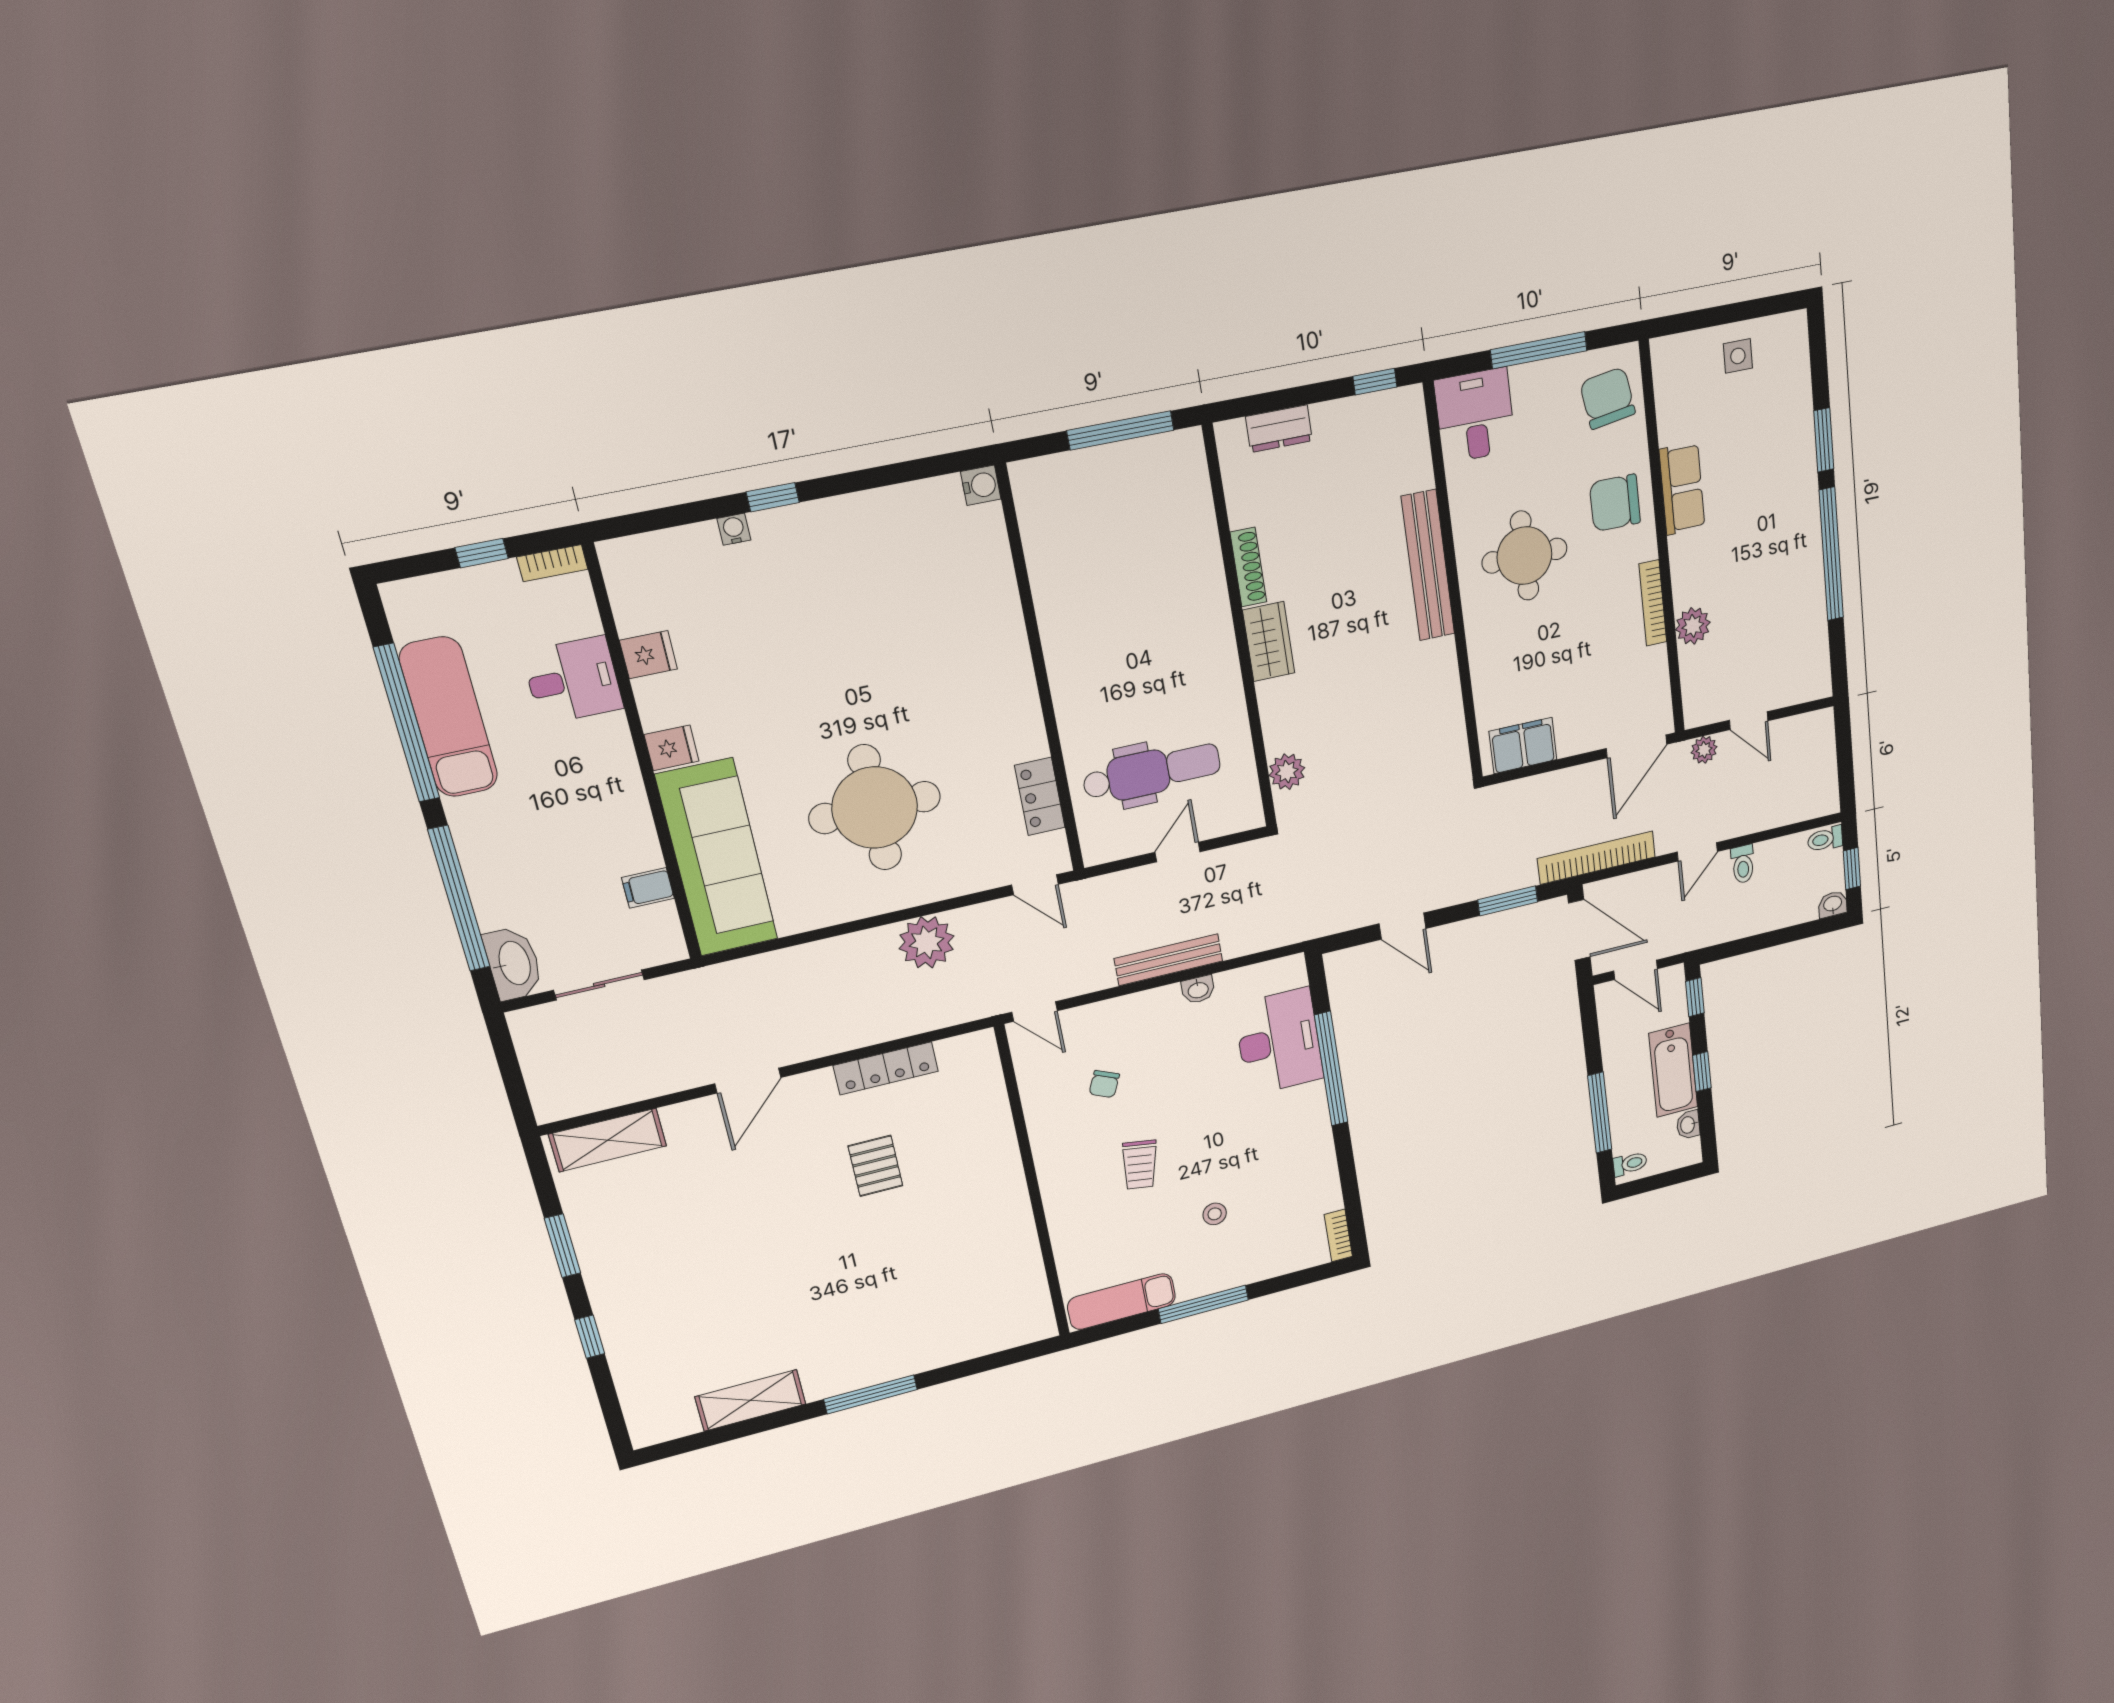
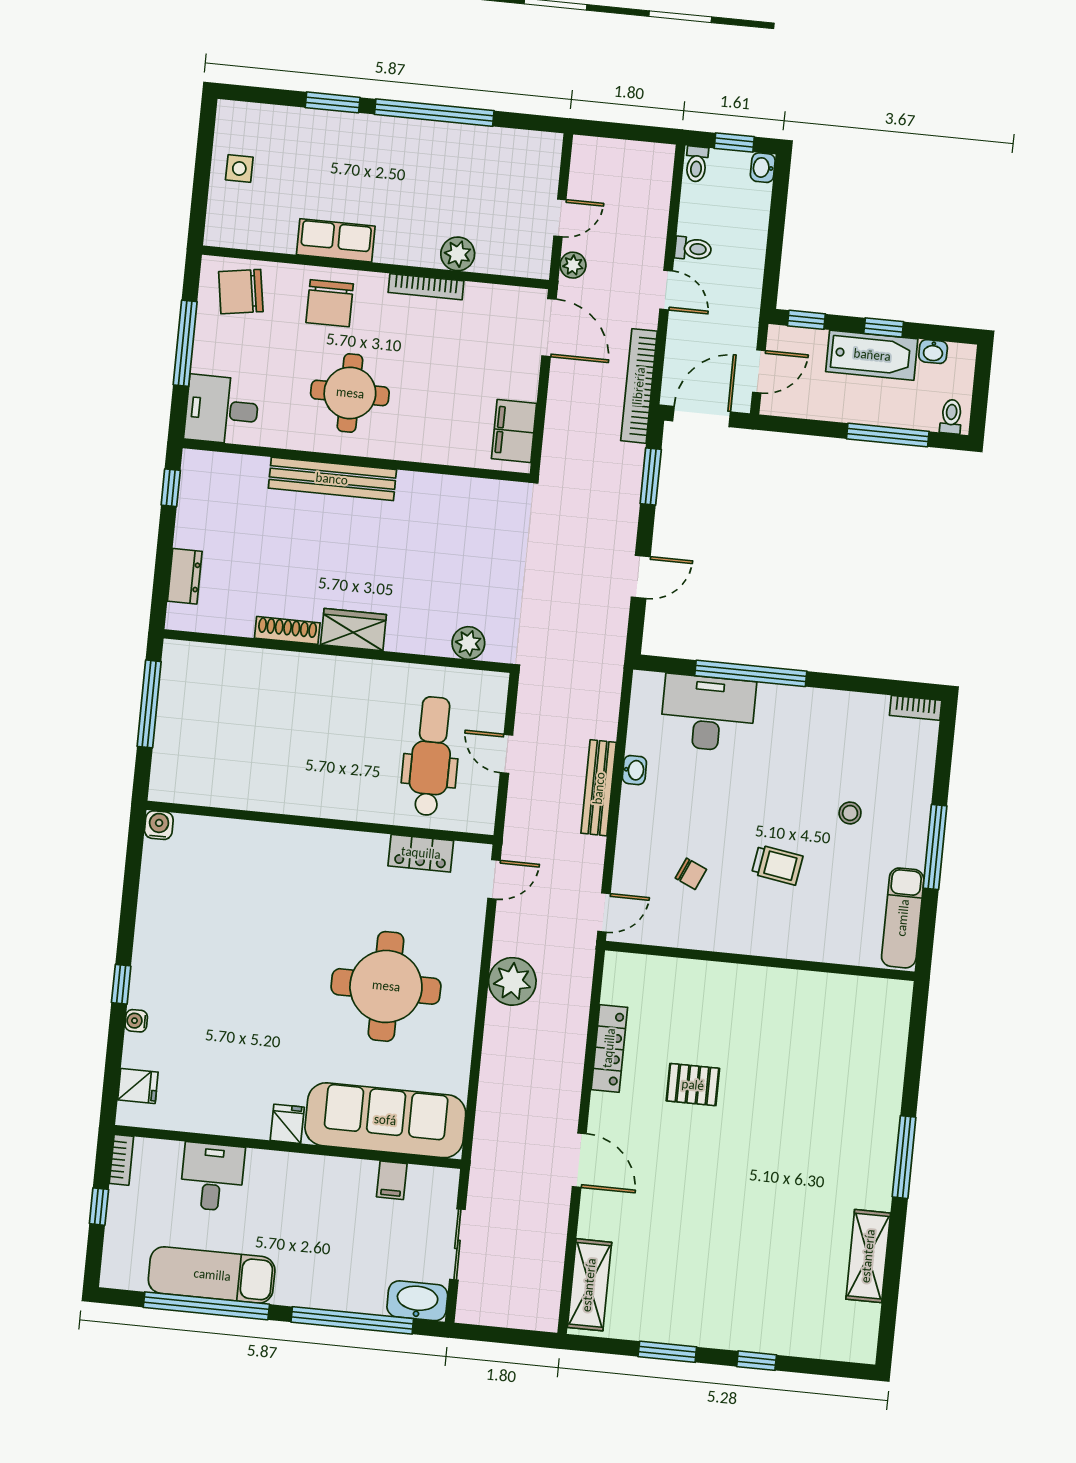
fridge: (648, 655) -> (138, 1086), moved, turned 90

